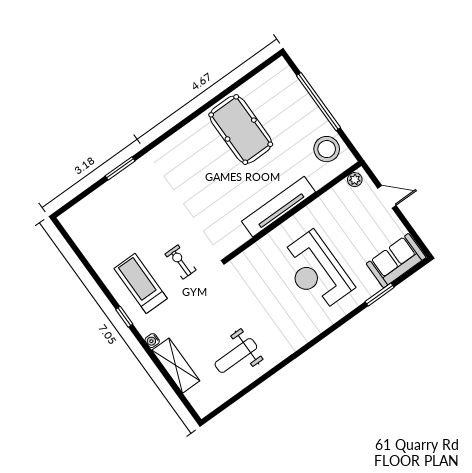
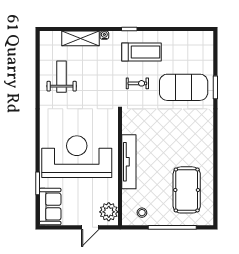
pool table: (241, 130) -> (187, 190), moved, turned 90
stool: (327, 149) -> (142, 213), width x0.53, depth x0.53
plant: (355, 180) -> (109, 212), width x1.88, depth x1.88
exercise mat: (147, 205) -> (184, 87), added
reception desk: (316, 271) -> (77, 157), width x1.36, depth x1.30

